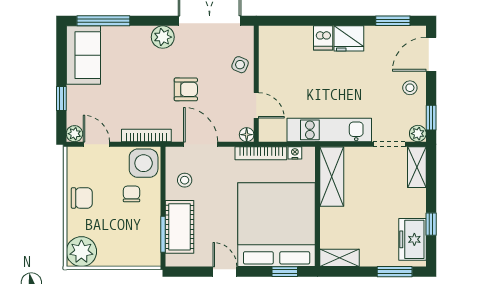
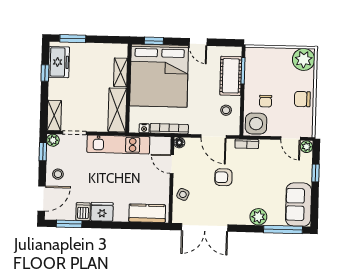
plant: (163, 37) -> (258, 217), moved
kitchen counter: (288, 38) -> (147, 213), added
dishwasher: (323, 38) -> (83, 212), moved
bookcase: (146, 136) -> (247, 144), width x0.64
shelving: (340, 258) -> (121, 72), moved, turned 90

